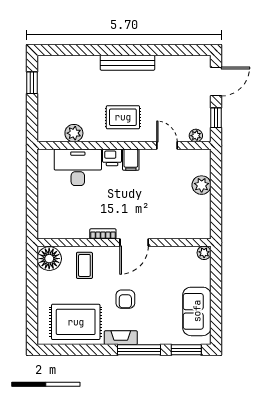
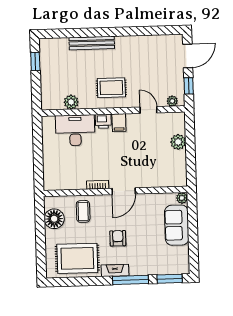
bench: (127, 63) -> (92, 43), moved
floor lamp: (49, 259) -> (54, 219), moved
armchair: (125, 299) -> (118, 238), turned 180
sofa: (197, 311) -> (177, 225), moved

